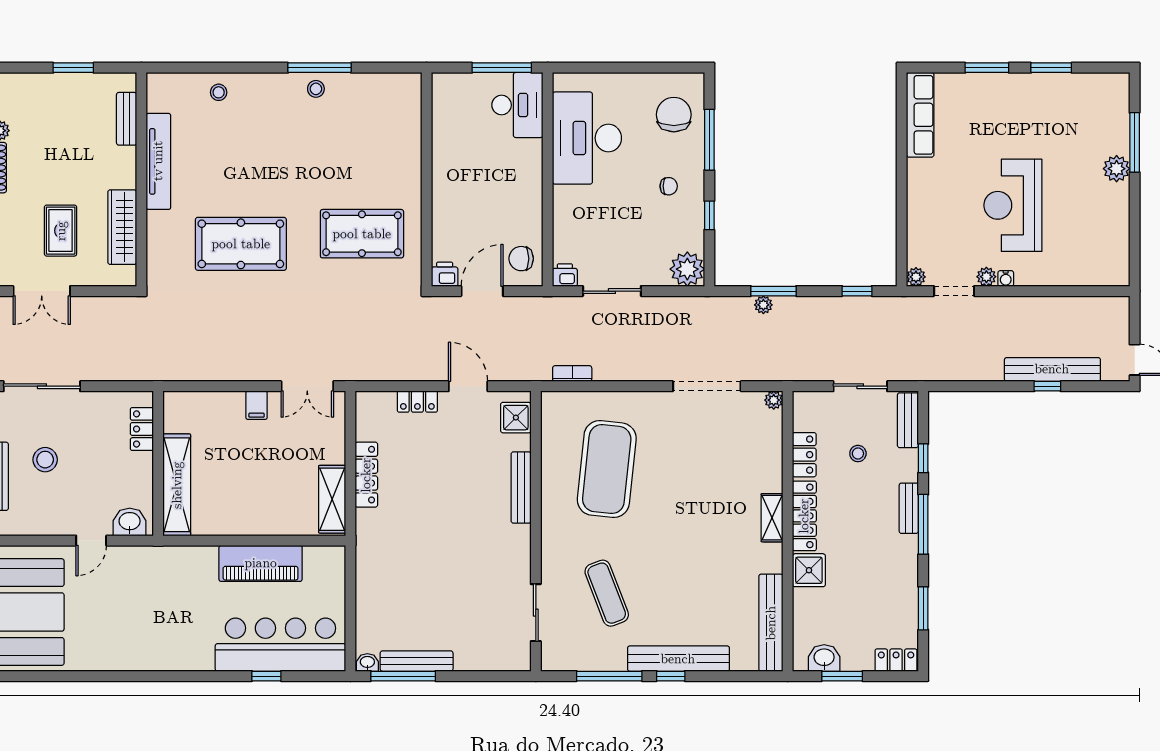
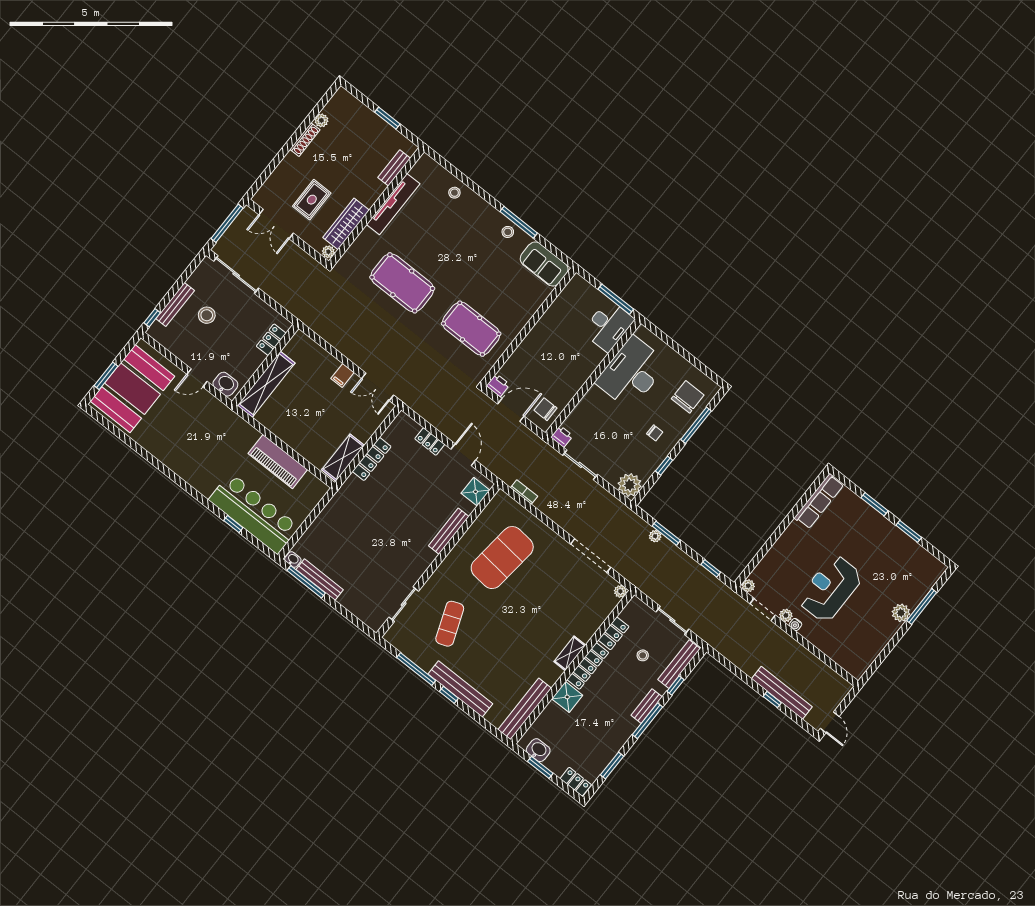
sofa: (387, 93) -> (544, 264), added
plant: (127, 276) -> (328, 252), added
bench: (908, 420) -> (679, 664), width x1.36

